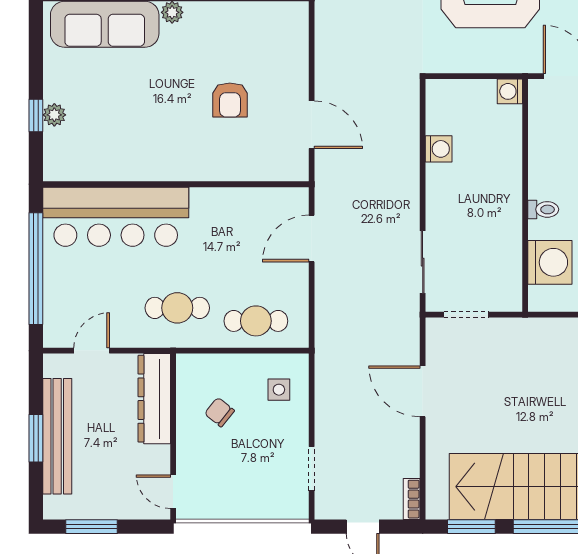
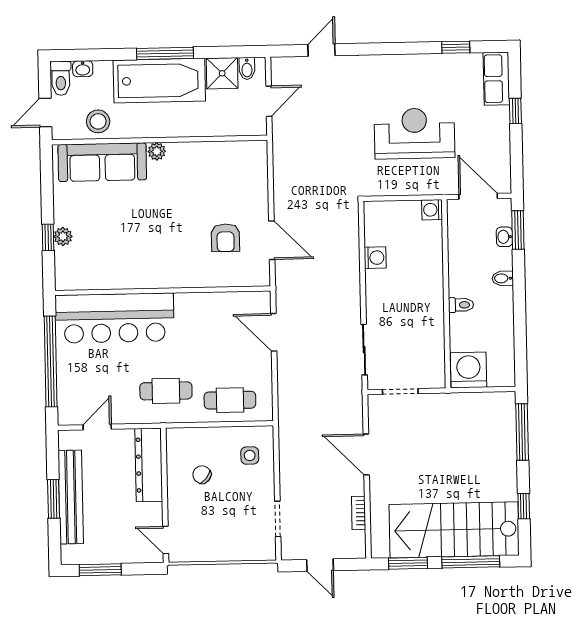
armchair: (230, 100) -> (225, 238), moved
door: (312, 238) -> (274, 332), hinge flipped
washing machine: (550, 262) -> (468, 370), moved, turned -90
bookcase: (412, 499) -> (359, 513), moved

